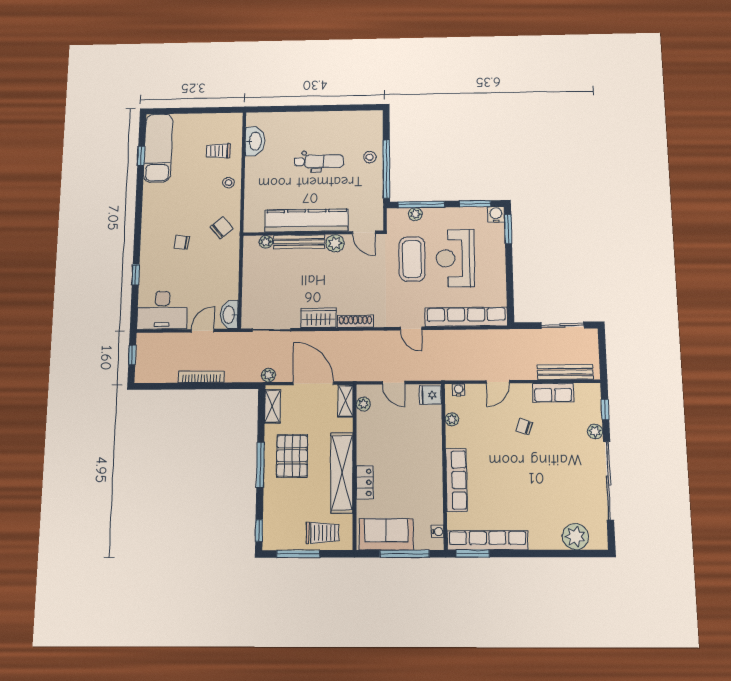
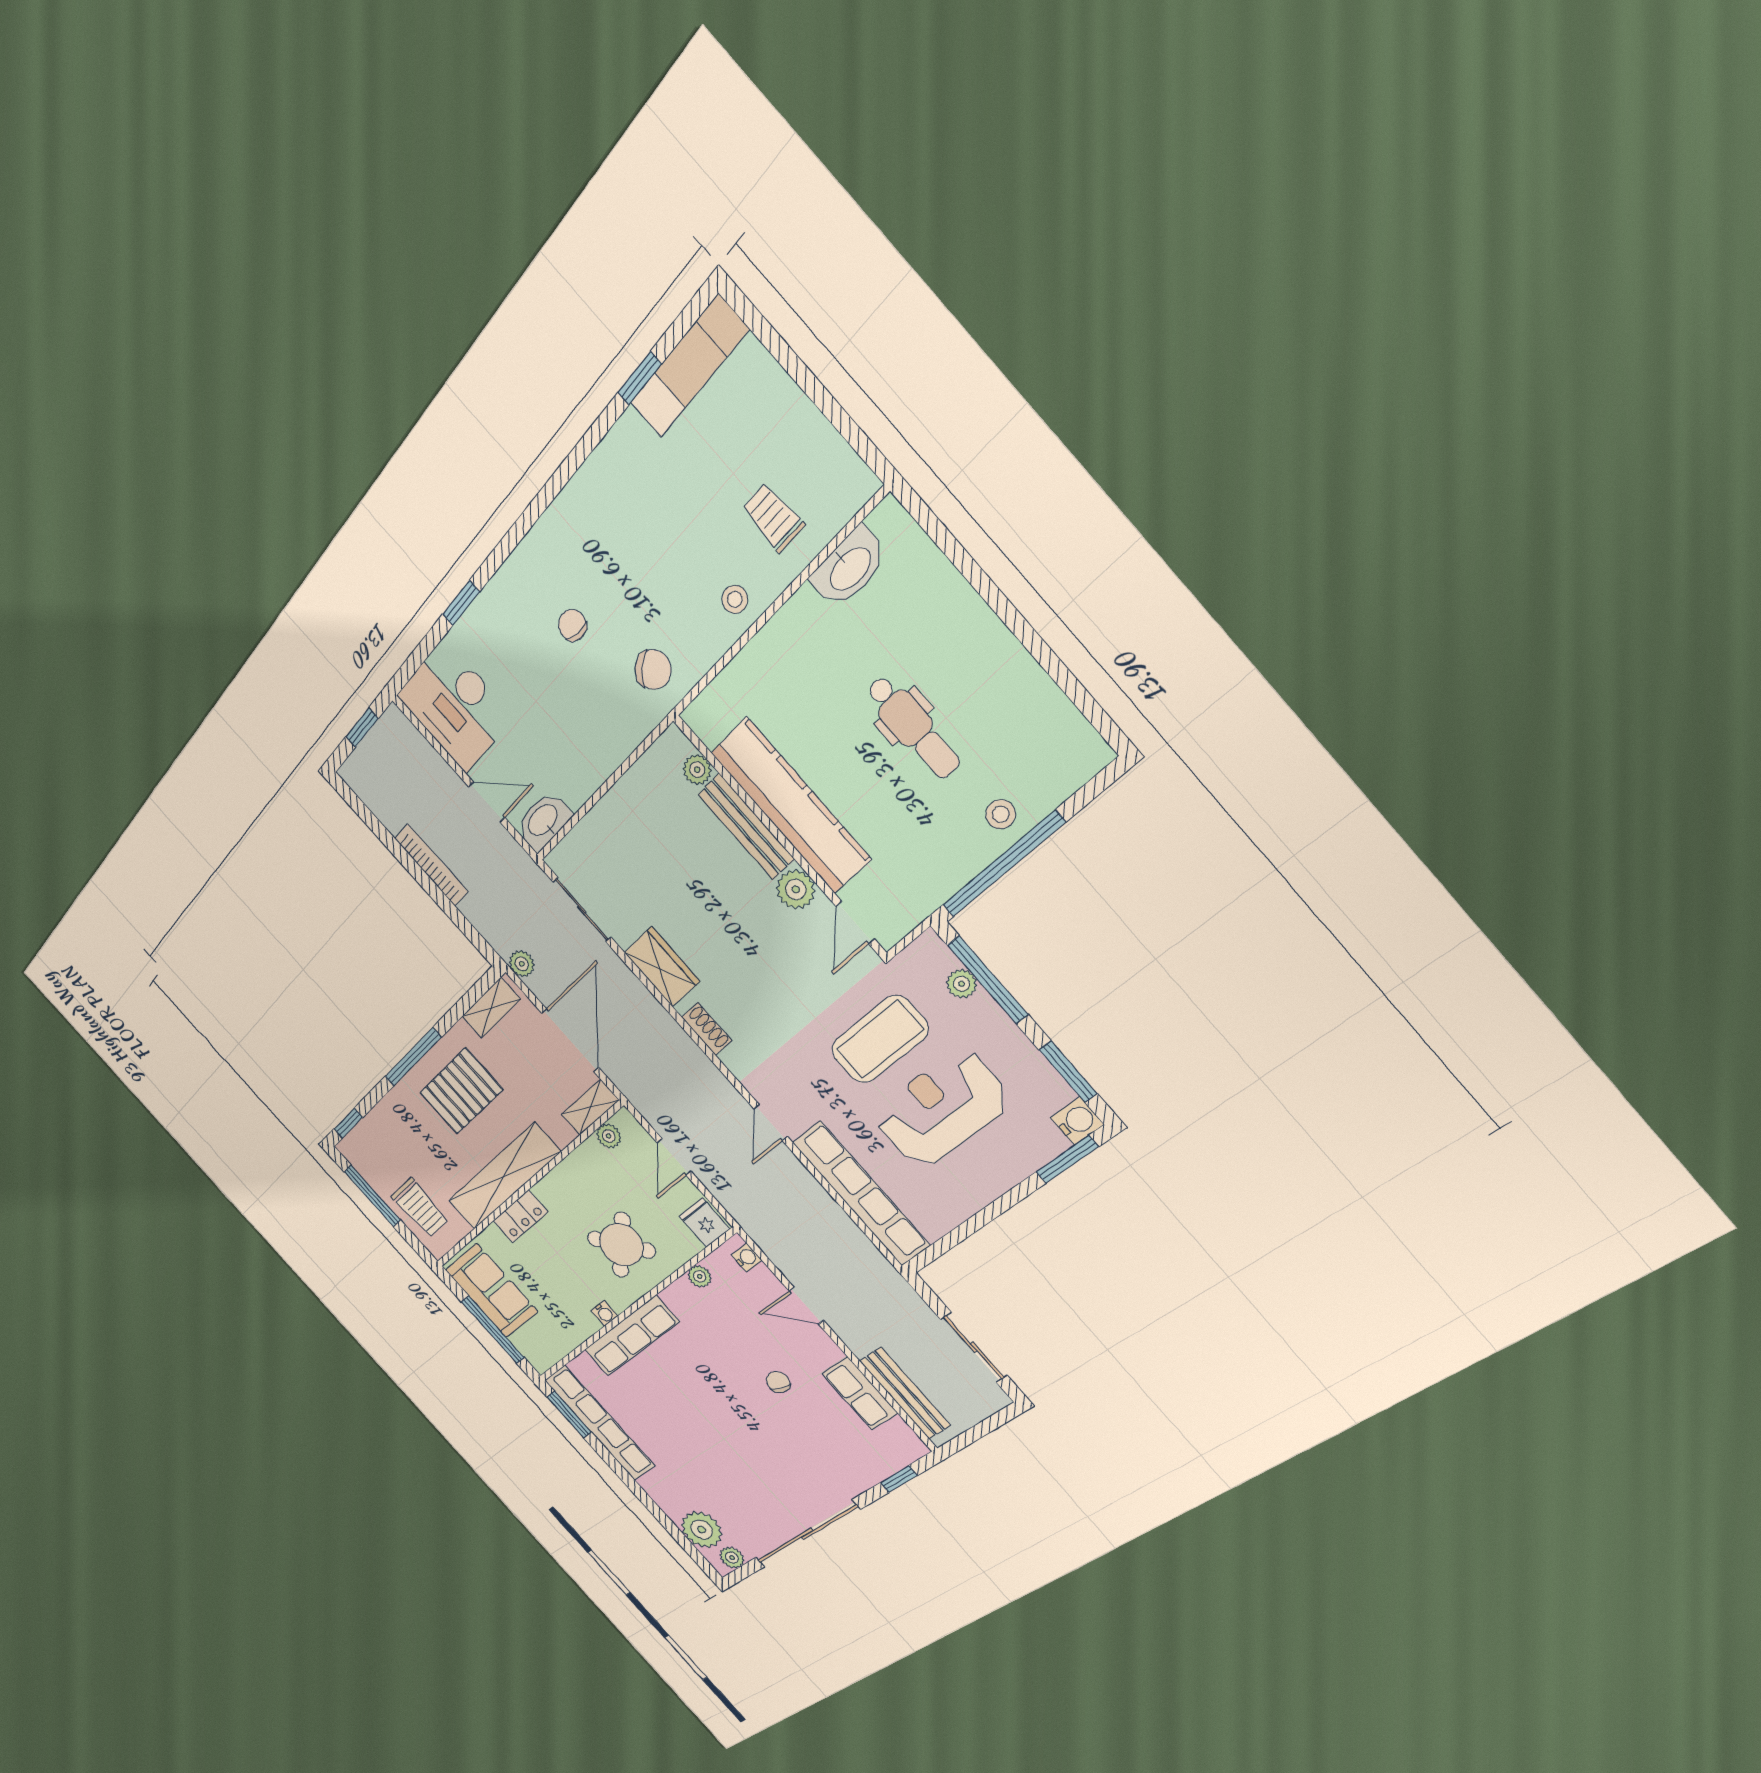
exam couch: (158, 148) -> (689, 366), width x0.73, depth x0.69
shoe rack: (355, 321) -> (707, 1029), width x0.70
plant: (595, 431) -> (732, 1558), moved
round table: (412, 444) -> (621, 1245), added
water cooler: (438, 531) -> (604, 1313), moved

